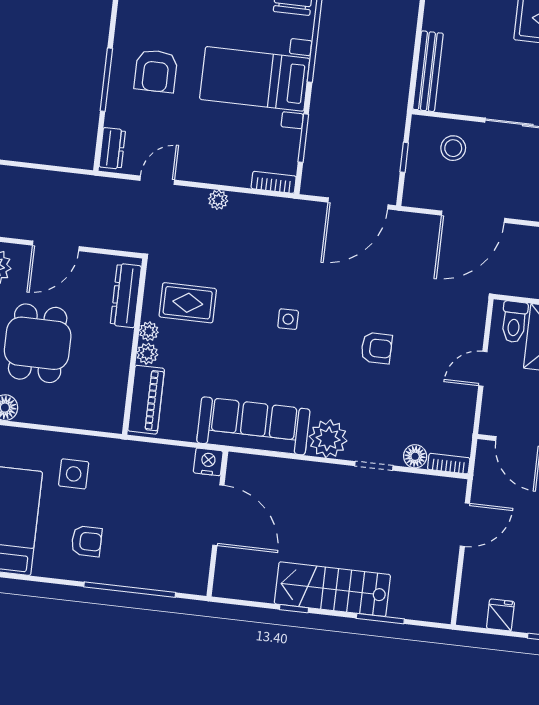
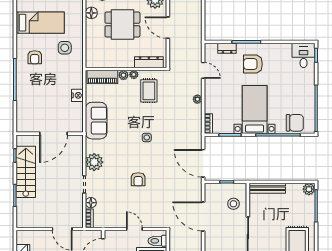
dresser: (112, 148) -> (227, 48), moved
sofa: (253, 426) -> (96, 121), width x0.73
nightstand: (208, 462) -> (77, 95), moved
door: (218, 515) -> (53, 134), moved
wall: (217, 524) -> (50, 134), moved

